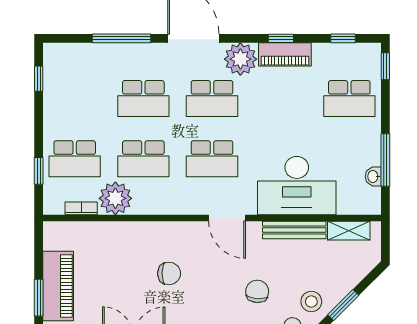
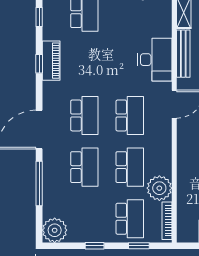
plant: (240, 59) -> (55, 230), moved
window: (39, 79) -> (95, 246), moved
desk: (297, 186) -> (155, 60), width x0.73, depth x0.77
bookcase: (81, 208) -> (167, 221), width x1.56

